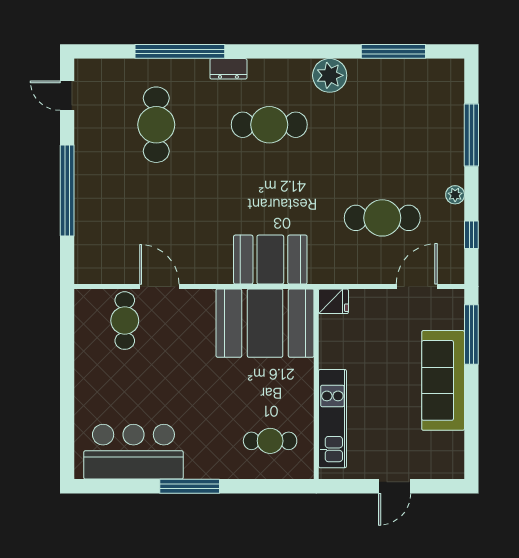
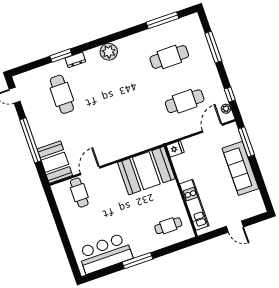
window: (180, 51) -> (61, 56), width x0.47
dresser: (228, 69) -> (75, 60), moved
plant: (330, 75) -> (109, 52), moved
cafe table: (269, 125) -> (169, 57), moved
plant: (455, 195) -> (226, 109), moved
booth: (270, 260) -> (55, 162), moved, turned 90
door: (159, 286) -> (90, 171), hinge flipped
door: (395, 486) -> (235, 227), hinge flipped

